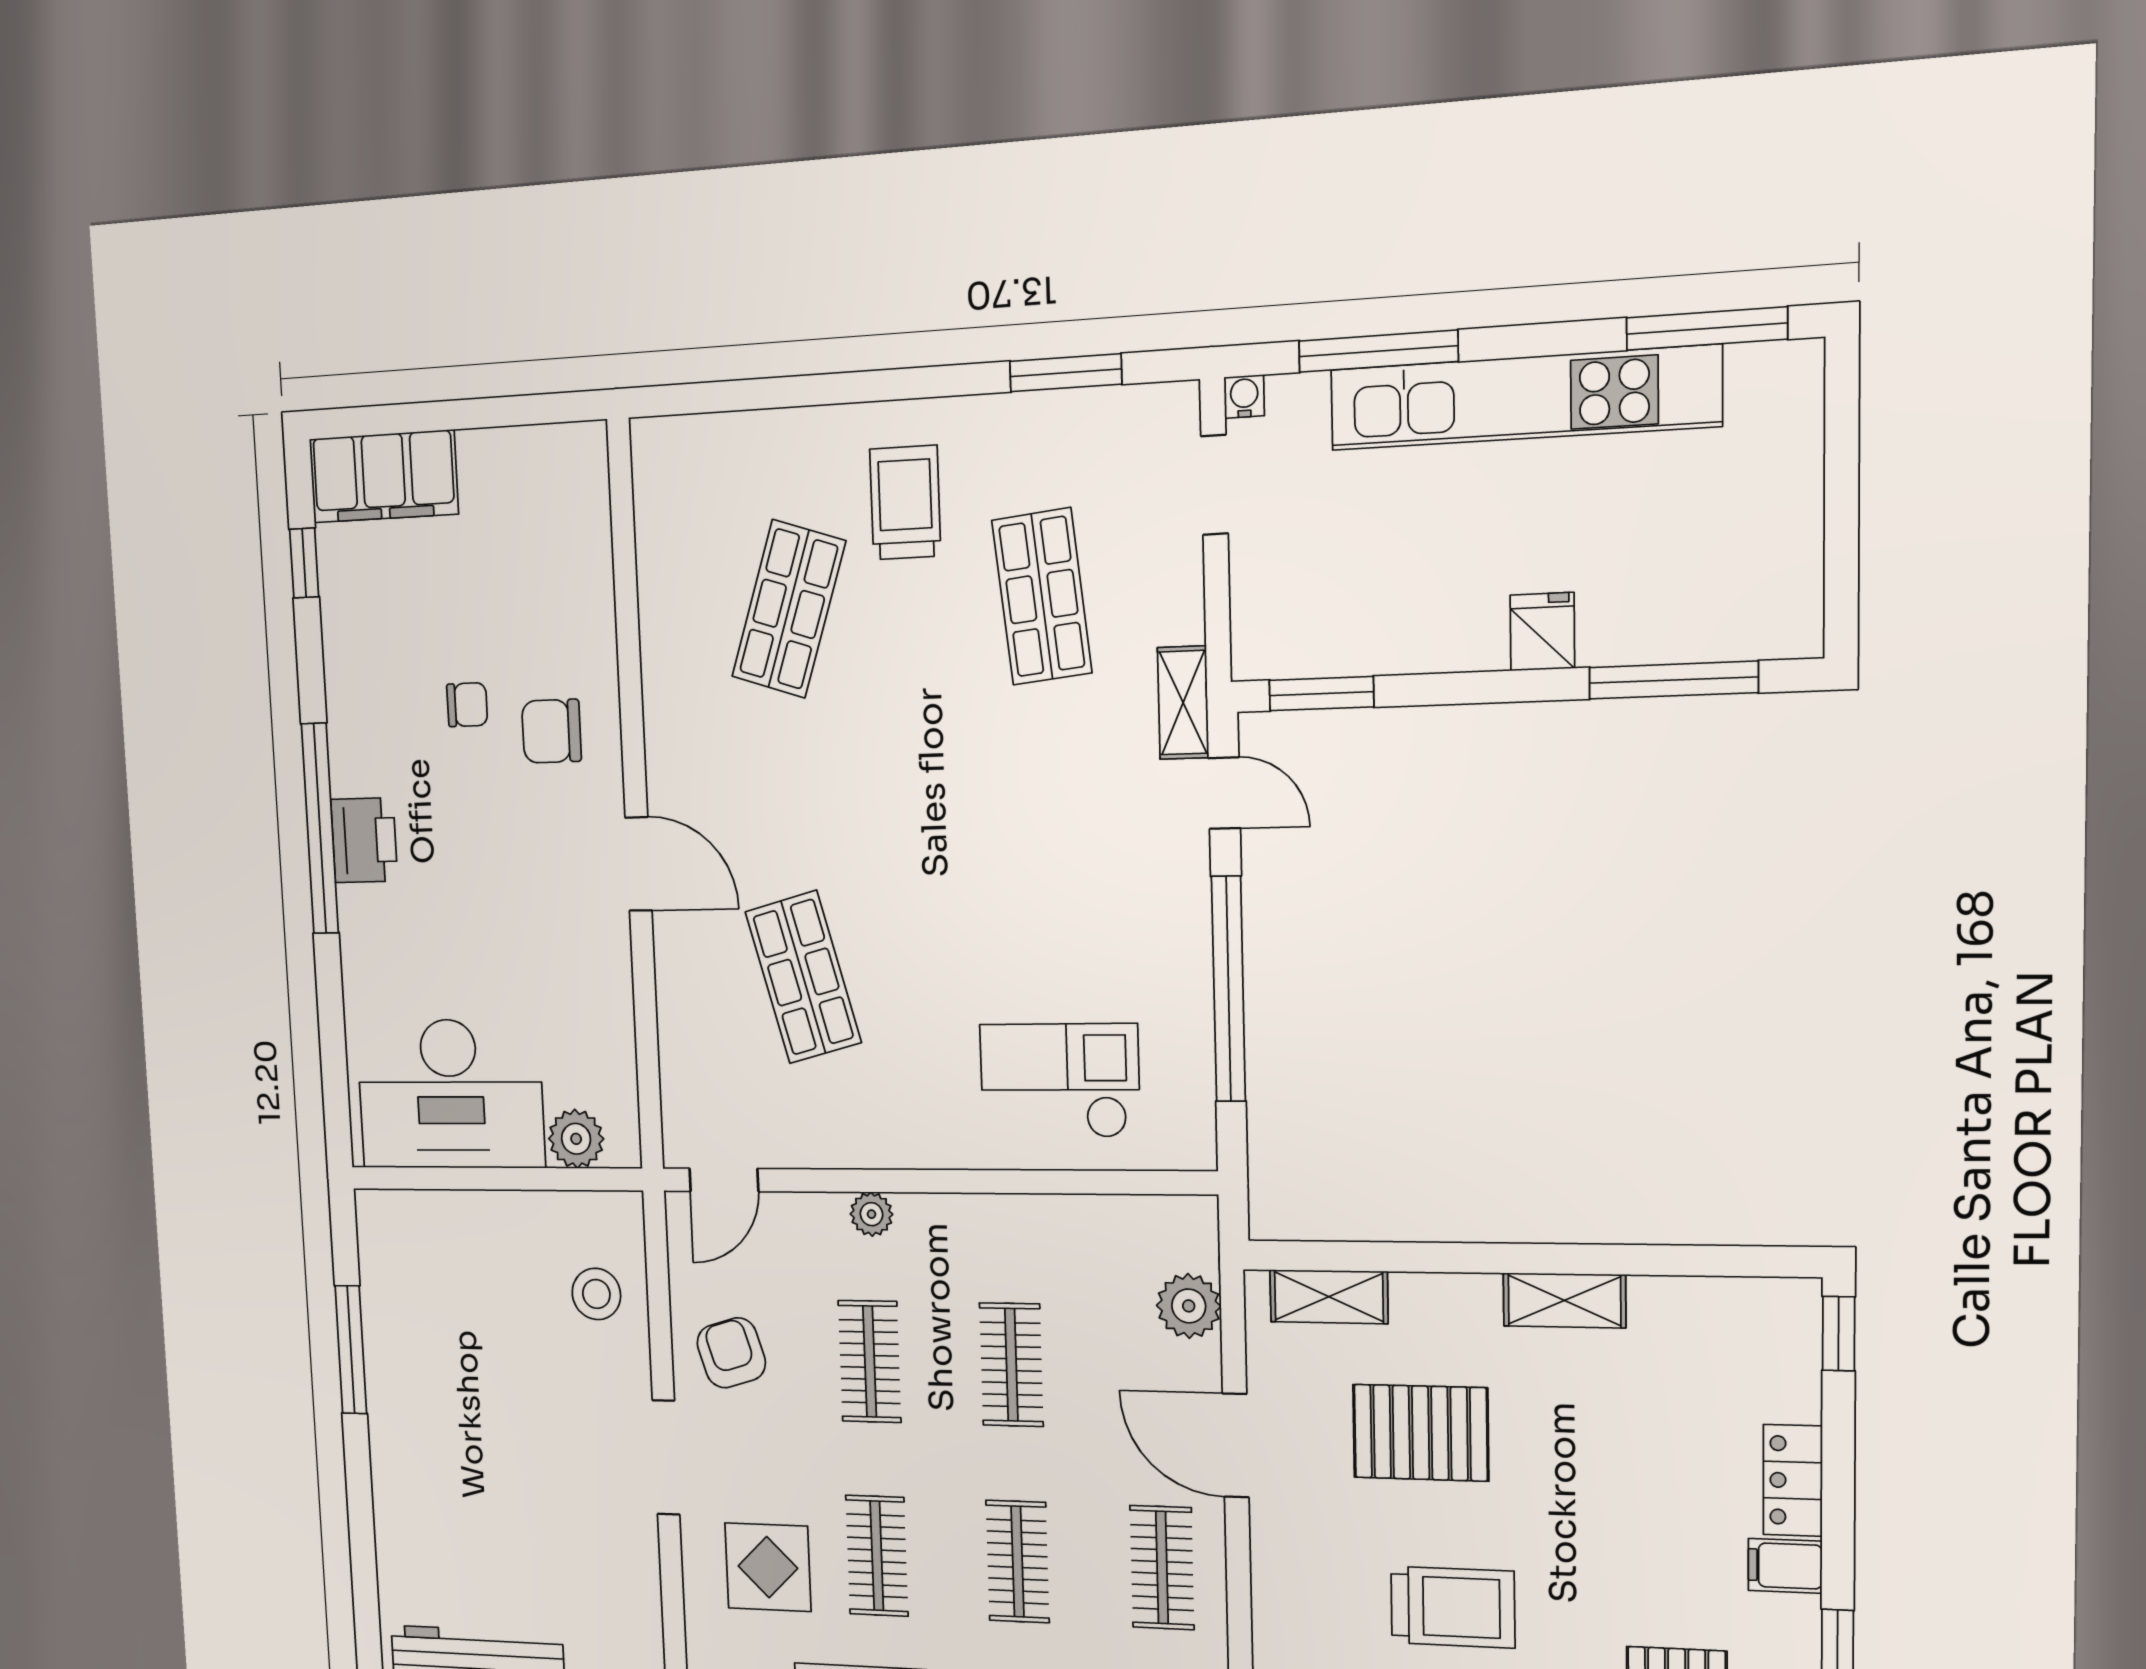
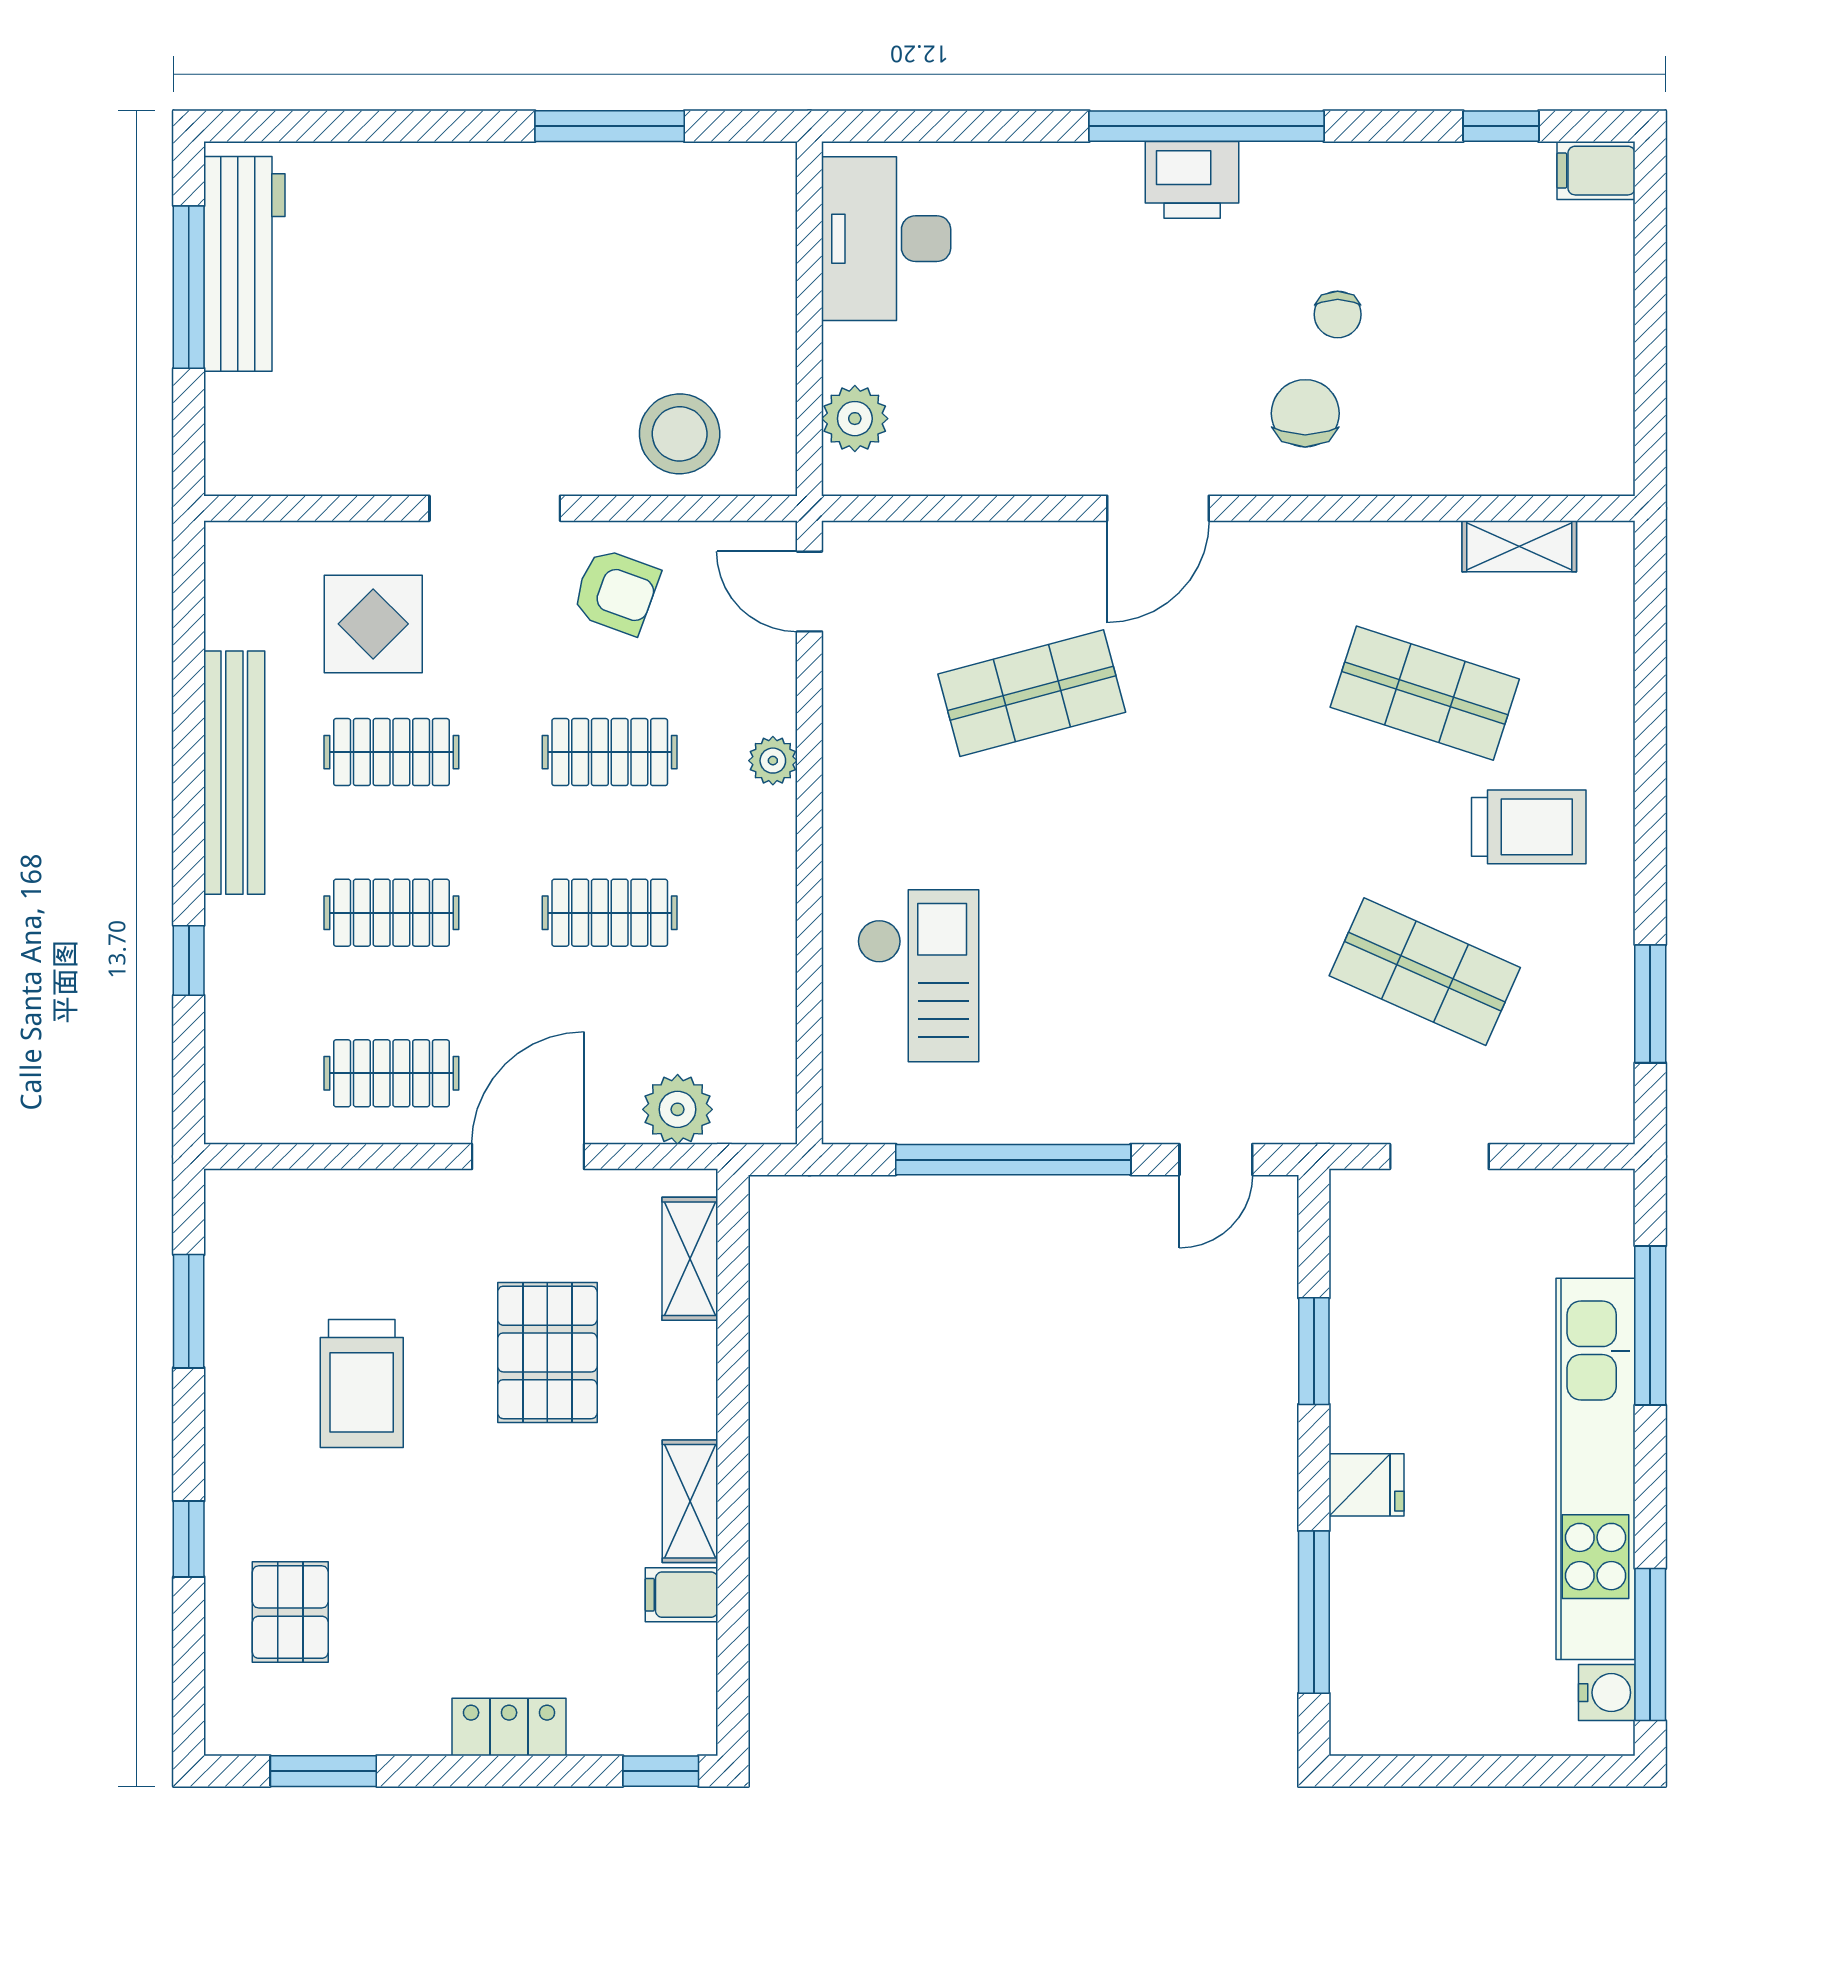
water cooler: (1244, 396) -> (1607, 1693), moved, width x1.38, depth x1.38
filing cabinet: (384, 476) -> (1596, 171), width x0.33, depth x0.86
doorway: (1214, 485) -> (1439, 1157), moved
shop shelf: (1042, 597) -> (1425, 972), turned 30
window: (1321, 694) -> (1314, 1351), moved
shelving: (1183, 703) -> (1519, 546), moved
desk: (450, 1094) -> (886, 239), width x0.73, depth x0.77
stool: (596, 1294) -> (680, 434), width x1.38, depth x1.38
armchair: (731, 1353) -> (616, 592), turned 37
filing cabinet: (1785, 1566) -> (682, 1595), moved, turned -90

